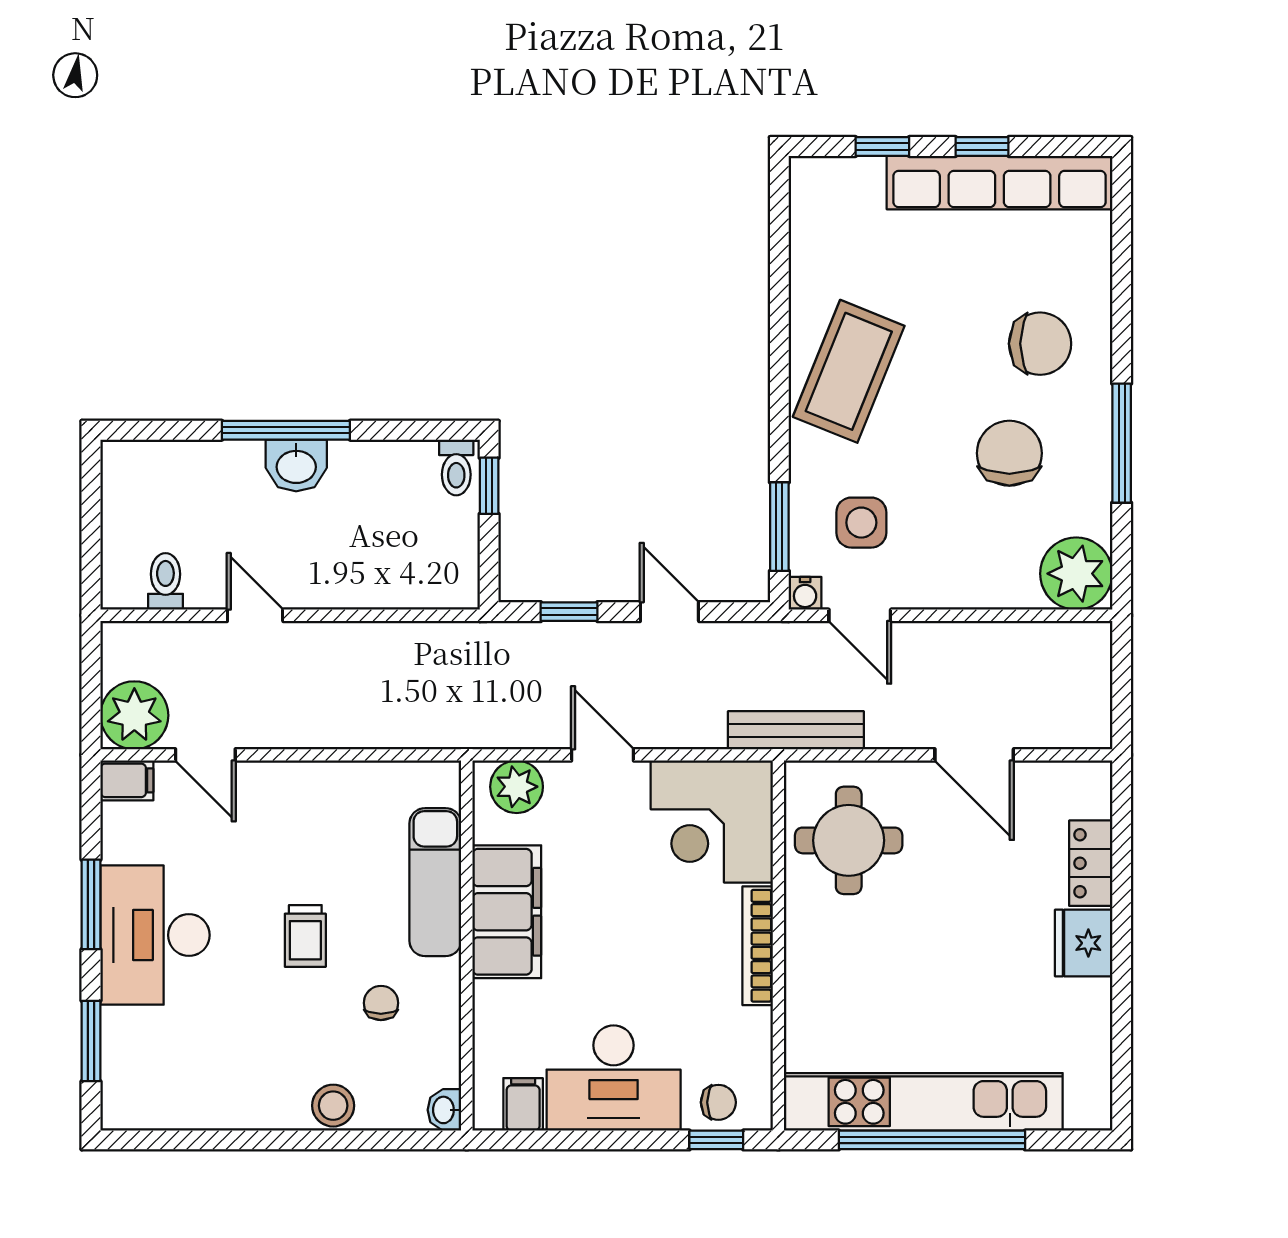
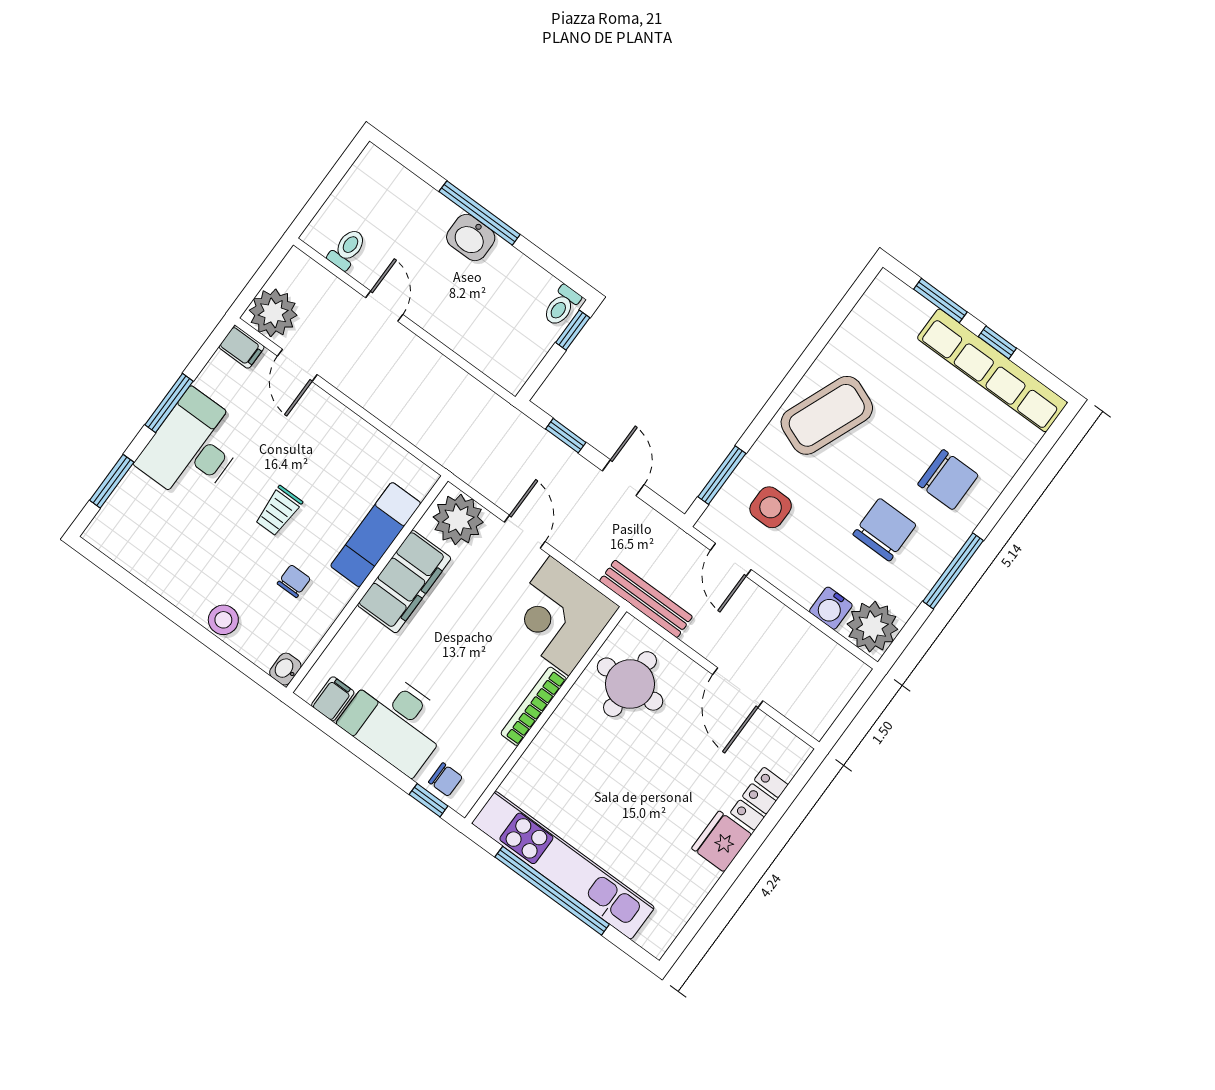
window: (882, 146) -> (940, 301), width x1.50
water cooler: (805, 593) -> (831, 608), moved, width x1.38, depth x1.38
plant: (517, 787) -> (458, 520), width x1.36, depth x1.36

